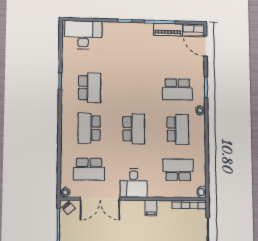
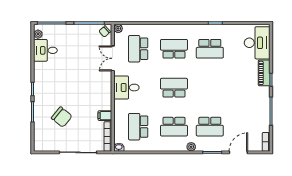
piano: (168, 30) -> (264, 73), moved
door: (205, 46) -> (238, 152), moved
school desk: (177, 89) -> (210, 127), turned -90
school desk: (134, 129) -> (174, 88), turned 180
school desk: (178, 170) -> (138, 127), turned 180
double door: (100, 199) -> (113, 58), width x0.73
filing cabinet: (151, 208) -> (105, 116), moved

